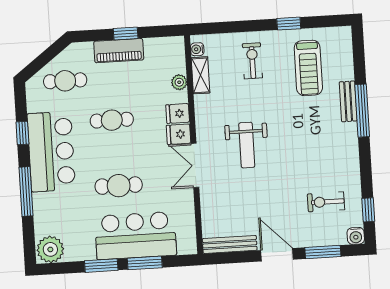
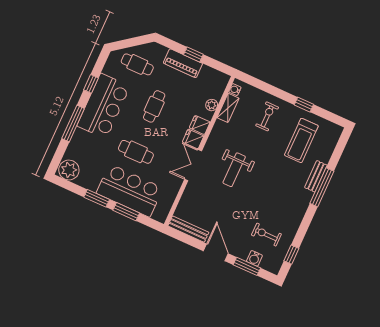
cafe table: (112, 120) -> (154, 106), turned 90
water cooler: (356, 236) -> (254, 258), moved

